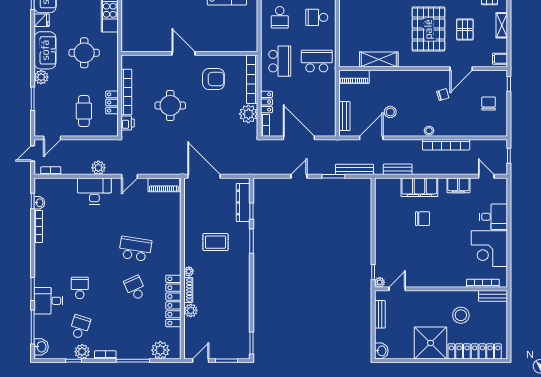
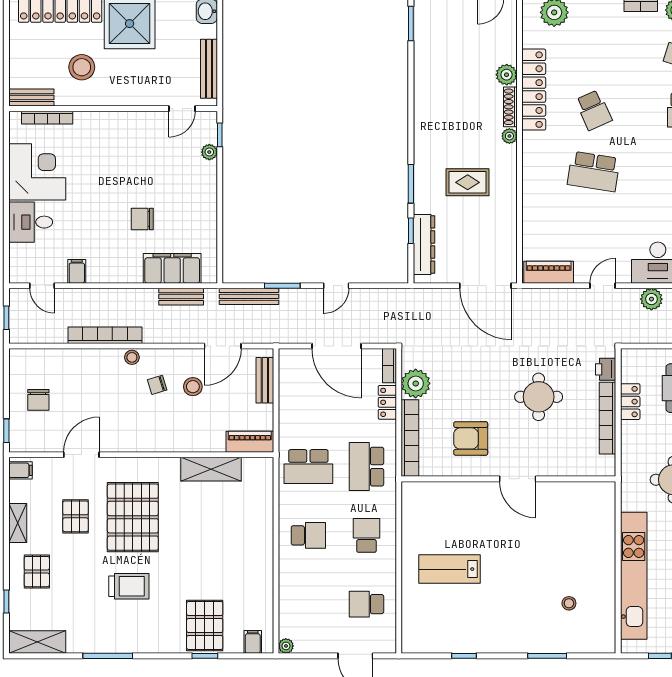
chair: (443, 95) -> (157, 385), moved
filing cabinet: (458, 185) -> (77, 271), width x0.50
filing cabinet: (419, 187) -> (172, 268), moved
plant: (380, 282) -> (209, 152), moved
bench: (380, 314) -> (209, 69), width x1.36

